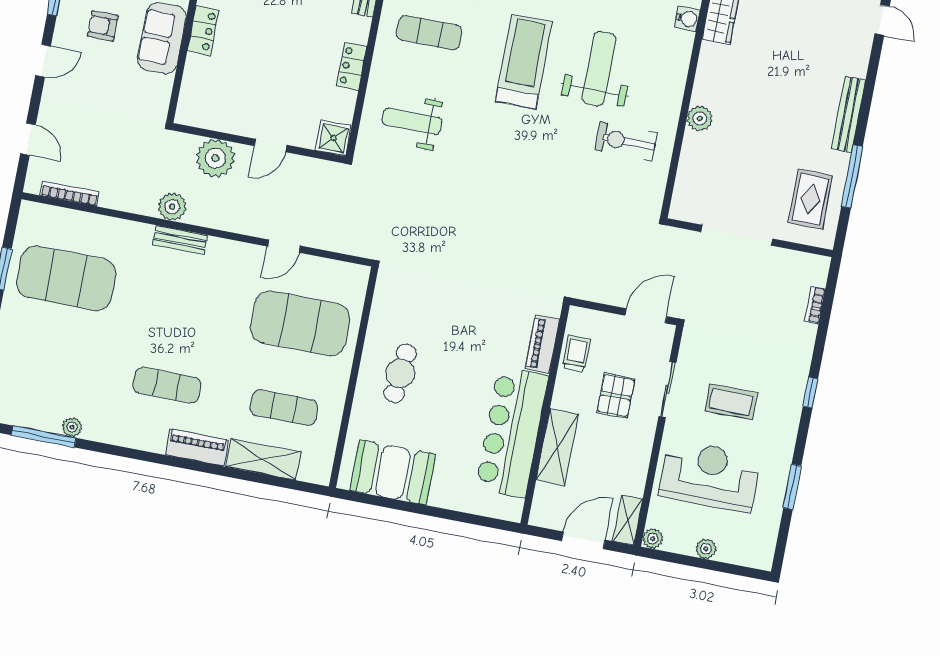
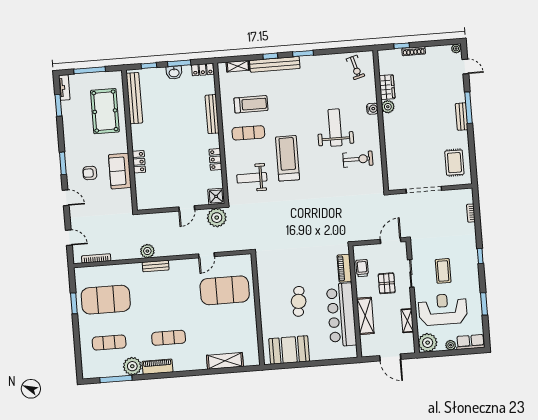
water cooler: (687, 19) -> (372, 109), moved
door: (43, 61) -> (66, 198), hinge flipped
treadmill: (524, 62) -> (288, 158), moved
bench: (848, 114) -> (462, 117), width x0.73
plant: (700, 118) -> (388, 107), moved
exercise bike: (626, 141) -> (358, 159), turned 180
plant: (215, 158) -> (217, 218), moved
window: (852, 176) -> (469, 108), moved
cafe table: (400, 373) -> (299, 301), moved
coffee table: (731, 402) -> (443, 271), turned 90
exercise mat: (284, 408) -> (109, 343), moved
plant: (72, 427) -> (132, 366), width x1.88, depth x1.88
piano: (197, 448) -> (157, 367), moved
shelving: (628, 520) -> (407, 321), moved
plant: (653, 539) -> (428, 343), width x1.88, depth x1.88
door: (583, 540) -> (390, 357), swing flipped
row of seats: (746, 553) -> (470, 342), added

